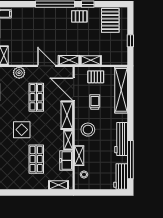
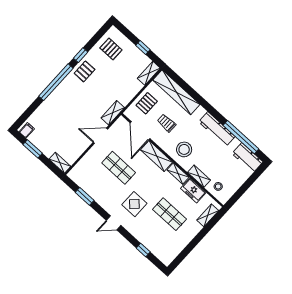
pallet: (110, 20) -> (111, 49), width x0.67, depth x0.71
shelving: (91, 60) -> (149, 73), moved
plant: (19, 73) -> (85, 163), removed
door: (74, 89) -> (140, 131), hinge flipped

